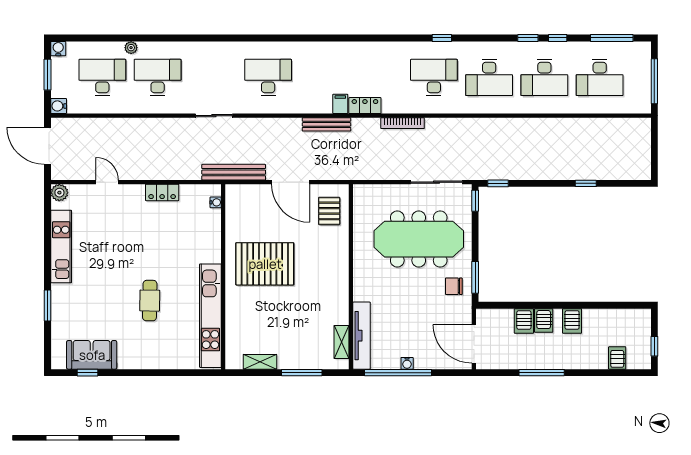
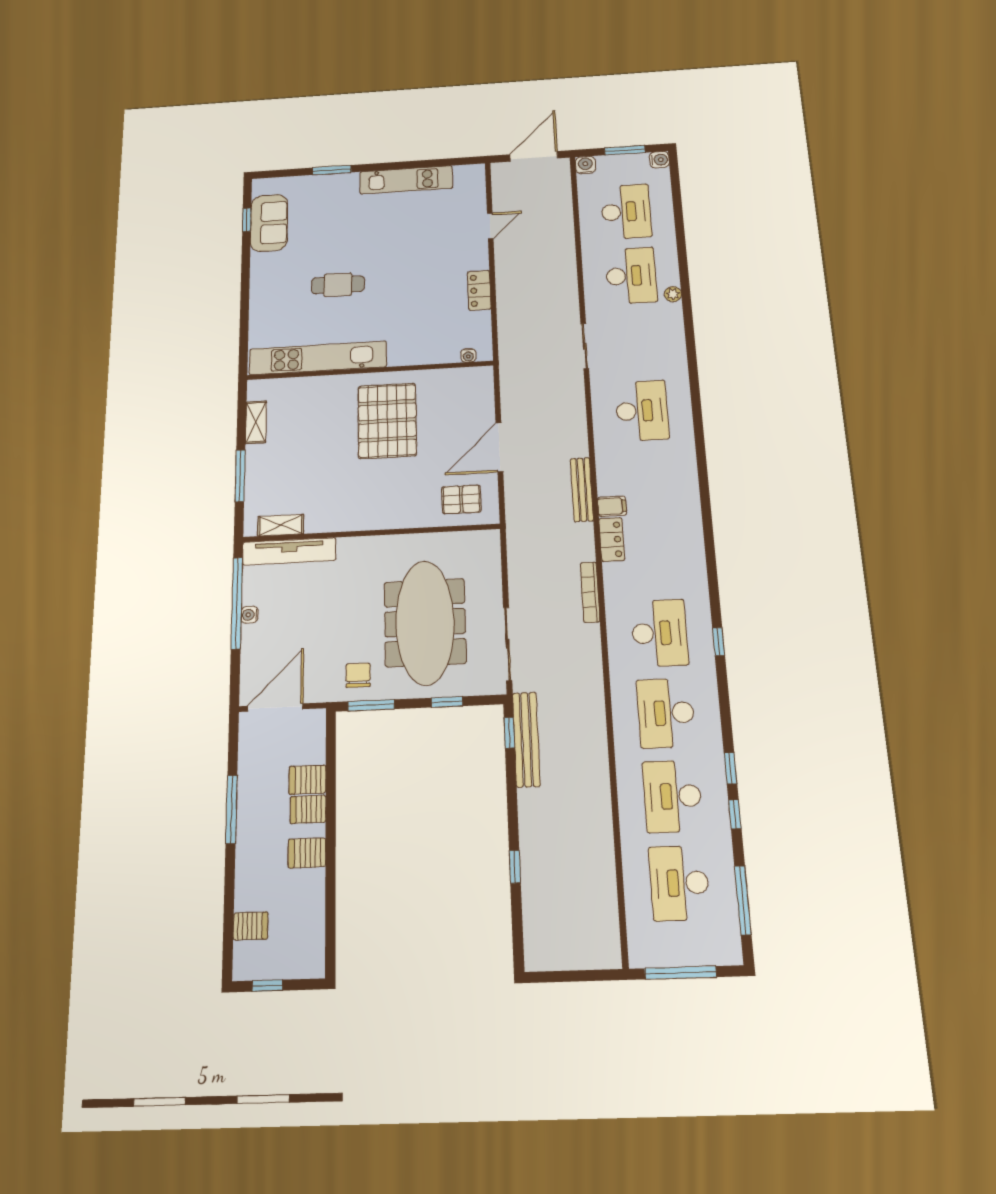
plant: (131, 48) -> (673, 294), moved
bench: (234, 172) -> (526, 739), moved
plant: (59, 193) -> (475, 173), removed
window: (475, 201) -> (447, 702), moved

